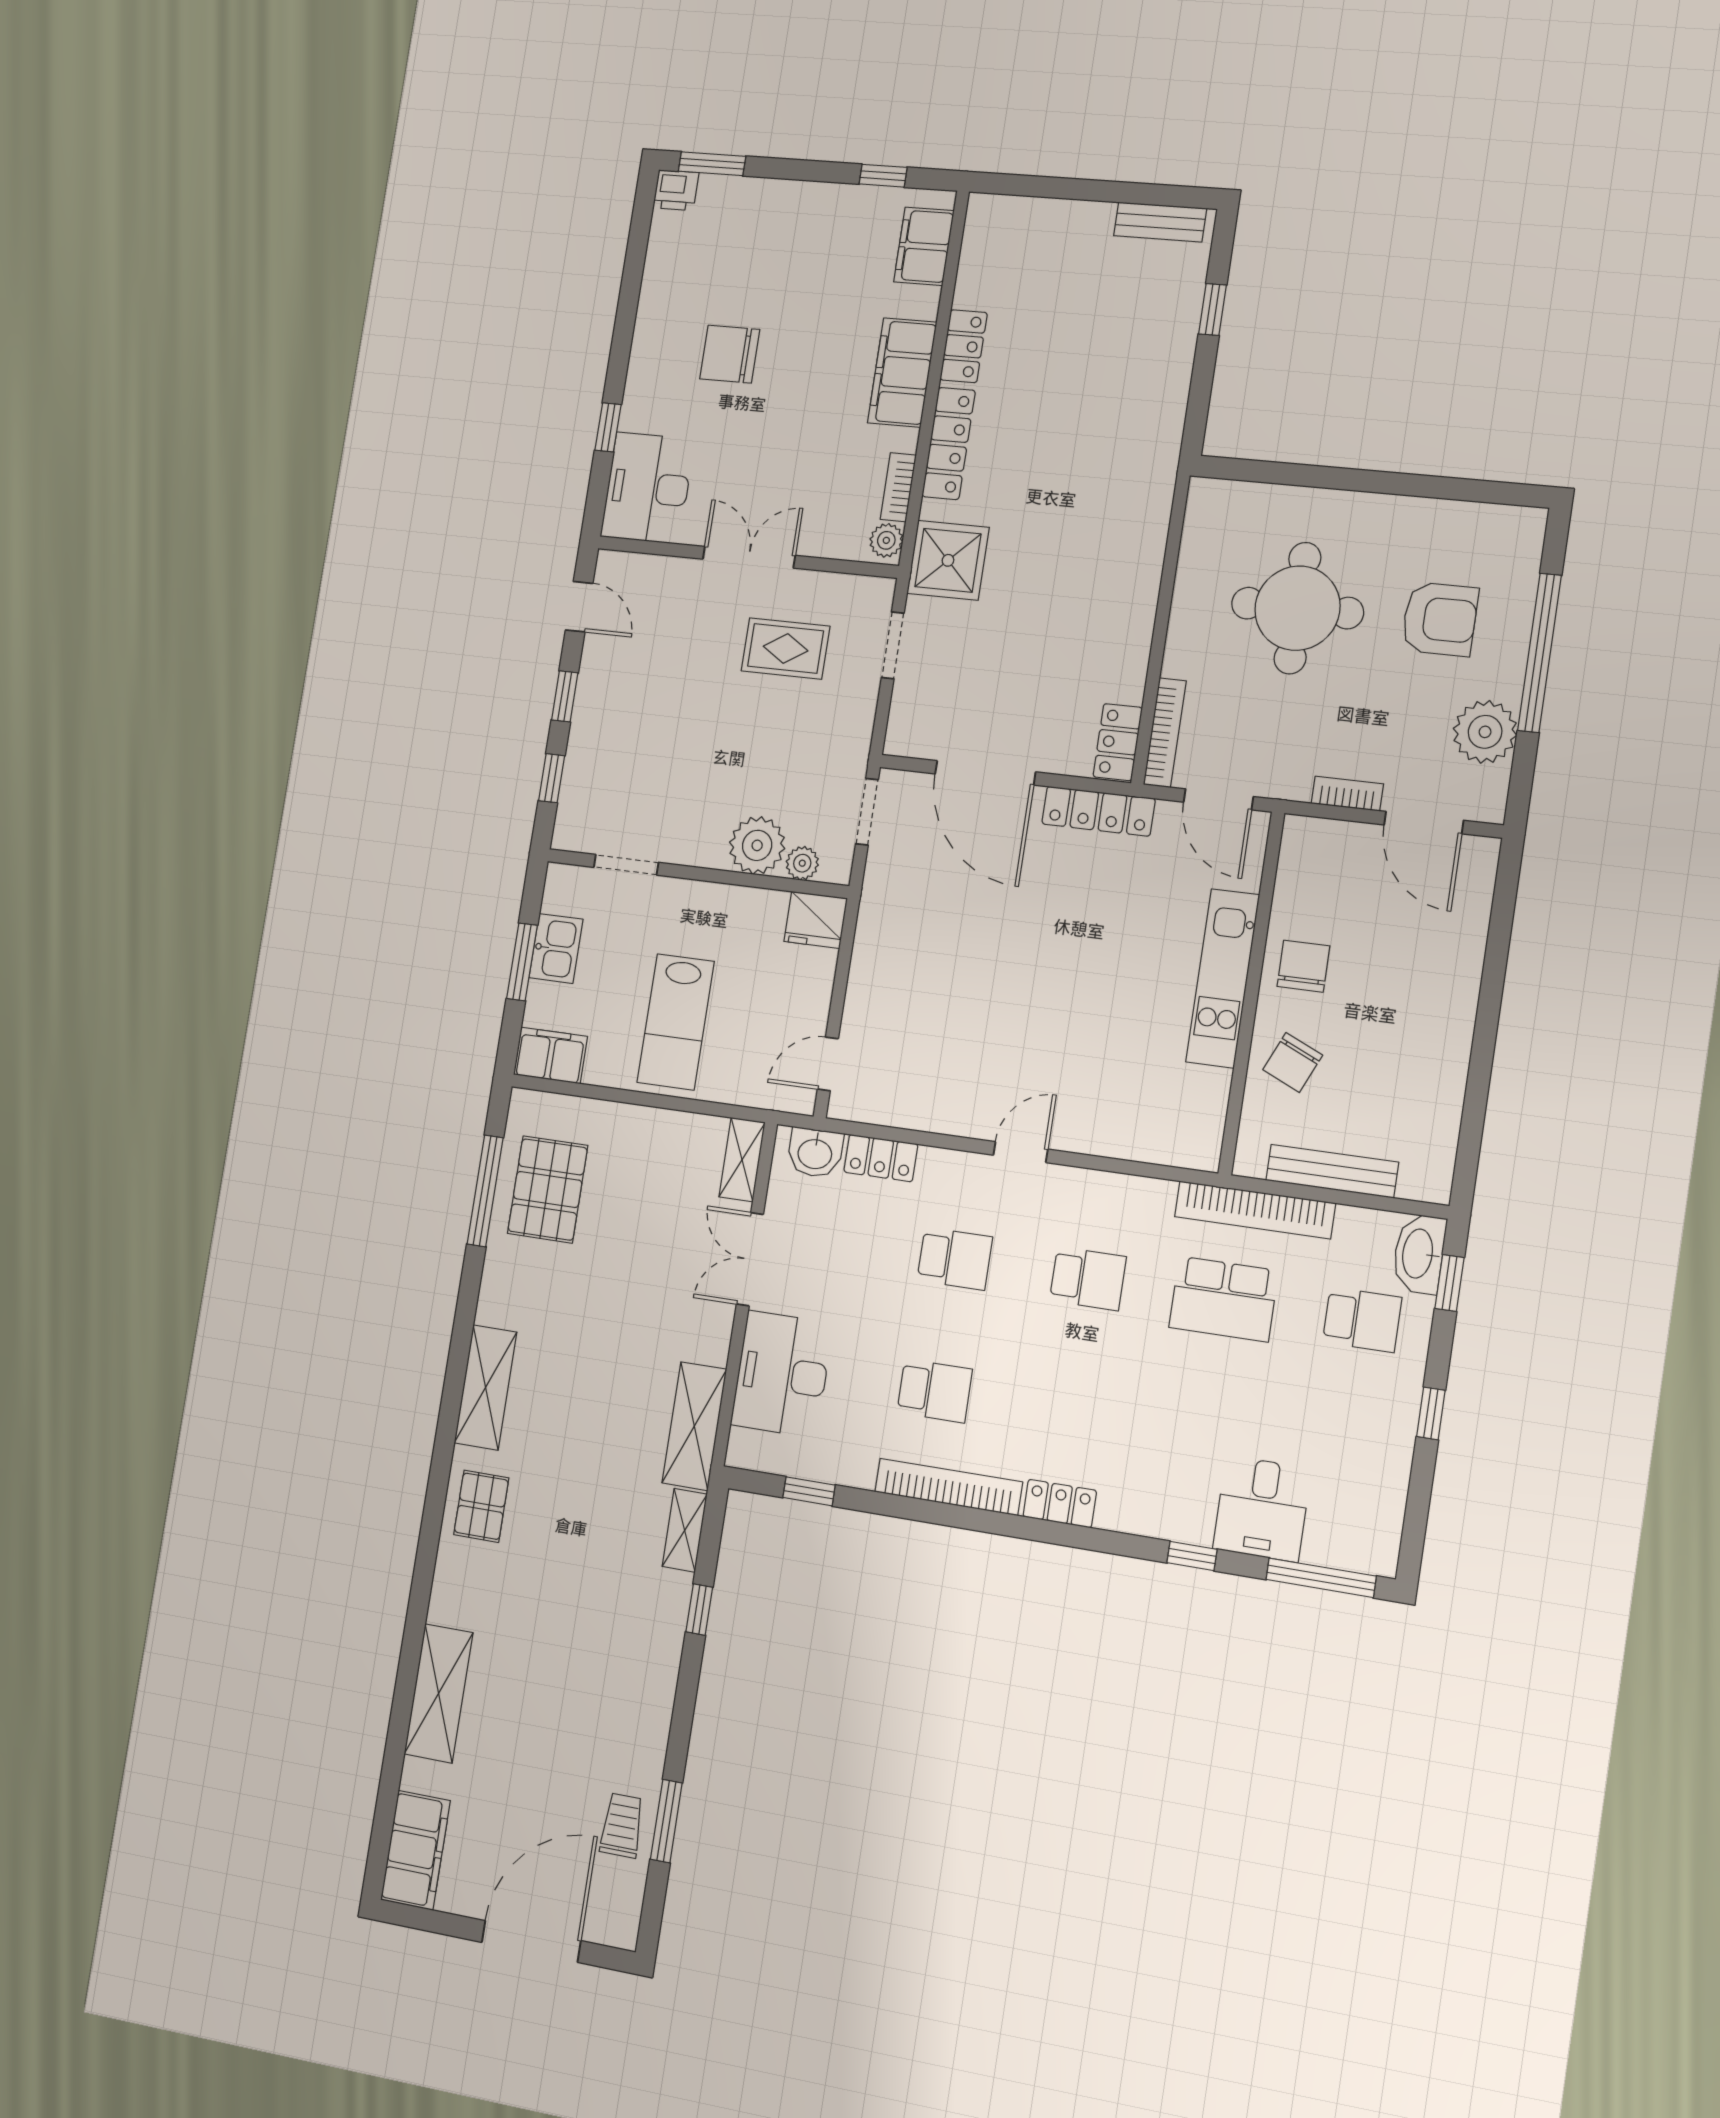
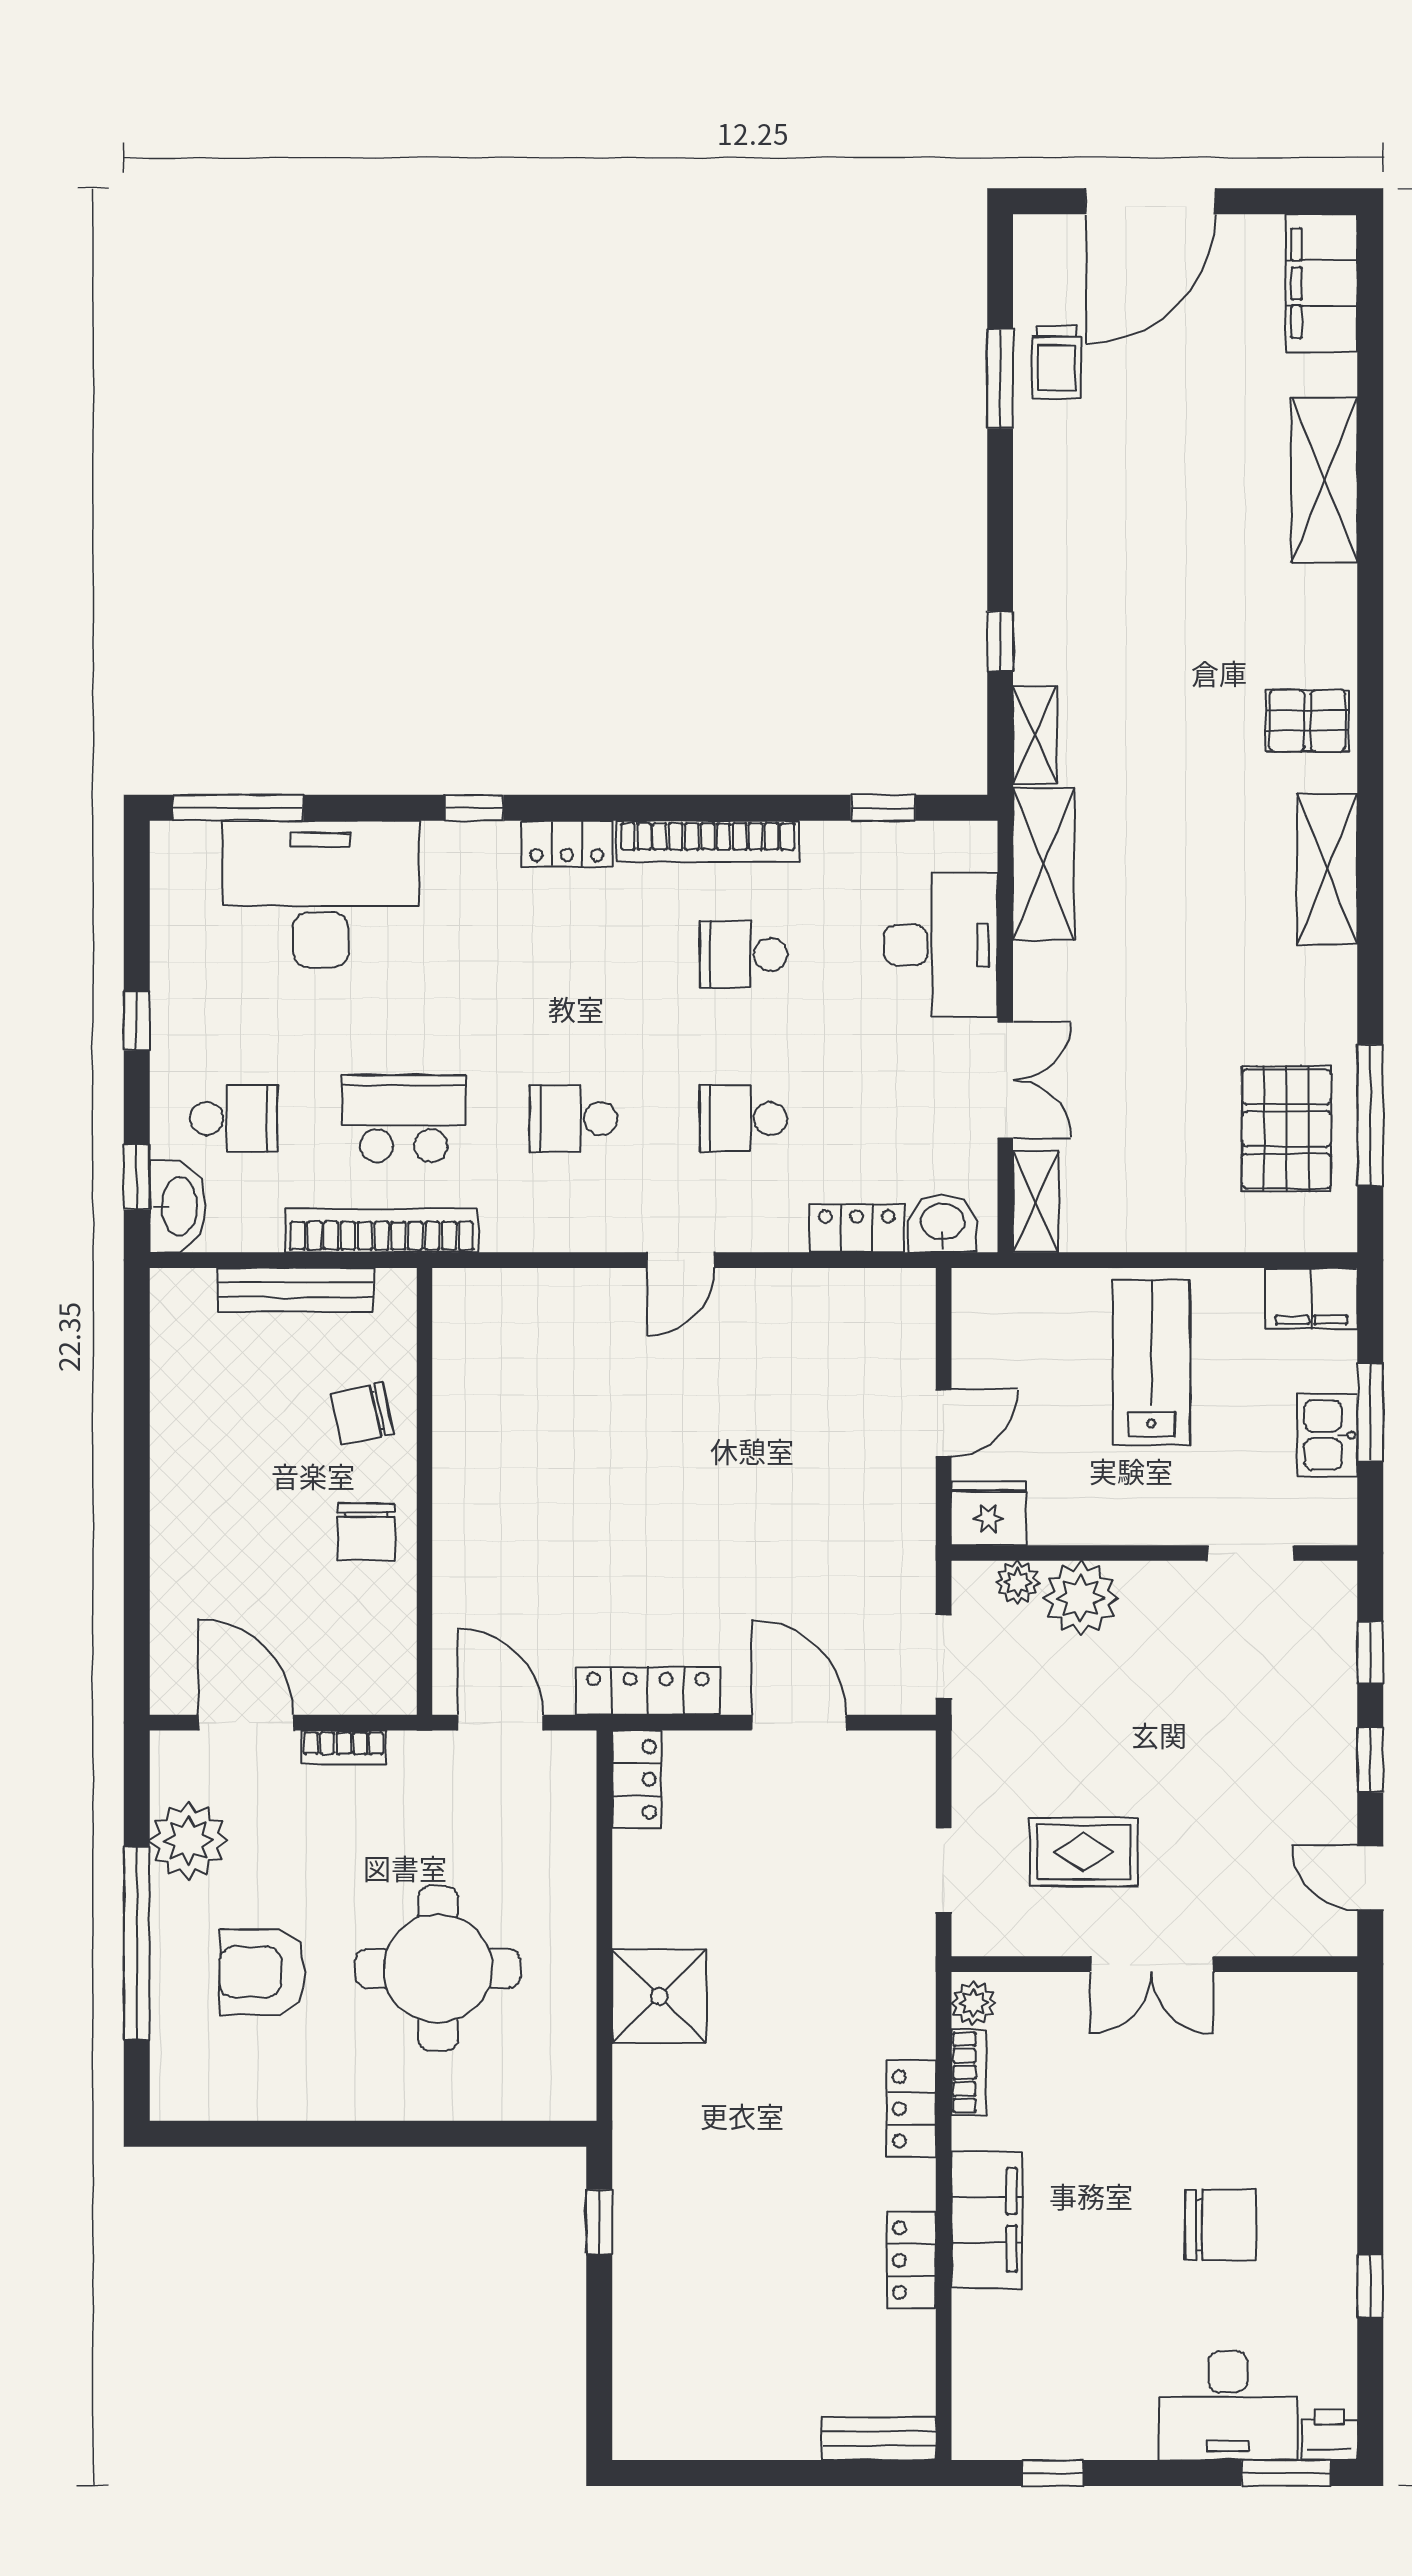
bench: (1160, 222) -> (879, 2438), moved
filing cabinet: (924, 246) -> (984, 2385), removed
window: (1212, 310) -> (599, 2222), moved
window: (608, 427) -> (1370, 2286), moved
locker: (949, 443) -> (911, 2109), width x0.66
desk: (648, 488) -> (1228, 2406), moved, turned 90
shower: (948, 560) -> (659, 1996), moved
bookcase: (1165, 733) -> (580, 1797), removed
door: (985, 773) -> (799, 1723), width x0.73
kitchen unit: (1223, 978) -> (462, 1505), removed
chair: (1293, 1063) -> (362, 1414), turned -127
door: (828, 1064) -> (944, 1423), moved
school desk: (1362, 1320) -> (234, 1119), turned 180
pallet: (481, 1506) -> (1307, 721), turned 90
desk: (1262, 1509) -> (321, 894), width x1.87, depth x1.30
window: (1192, 1556) -> (474, 808), moved

